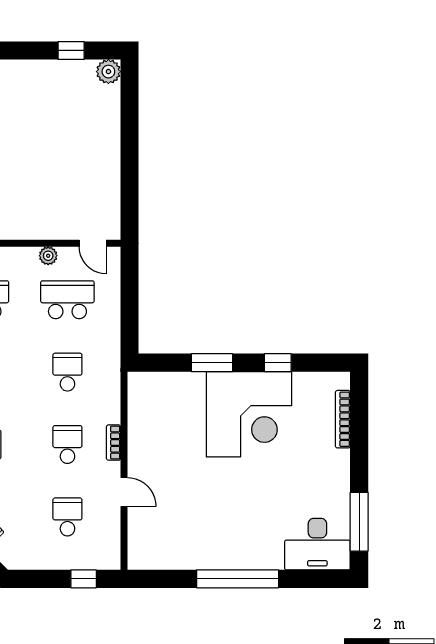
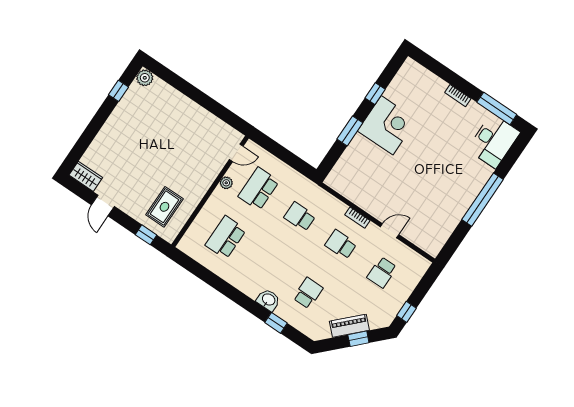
corner desk: (249, 414) -> (387, 125), width x0.74, depth x0.74
bookcase: (343, 419) -> (458, 96), moved, width x0.64
school desk: (67, 517) -> (382, 272), turned -90
window: (84, 579) -> (407, 312), moved

